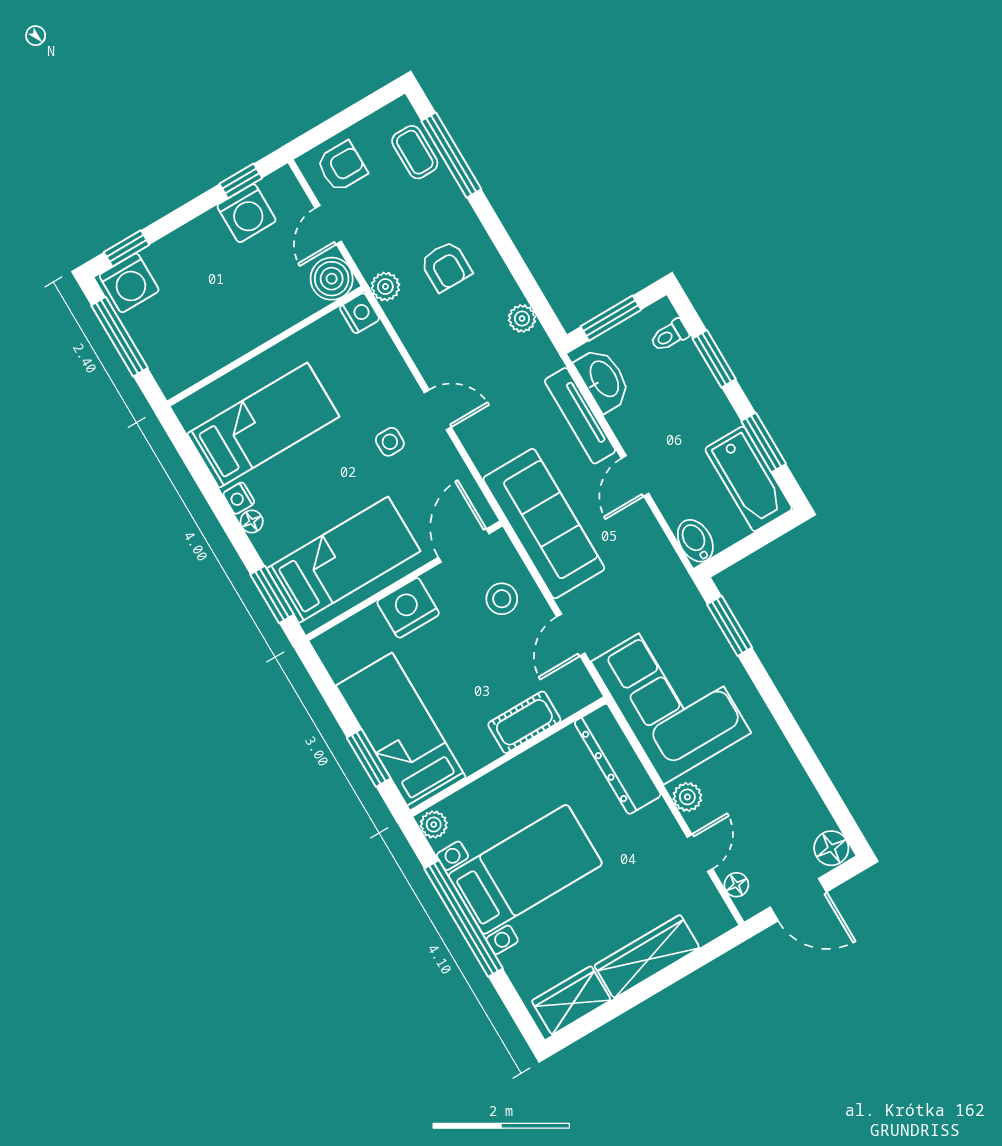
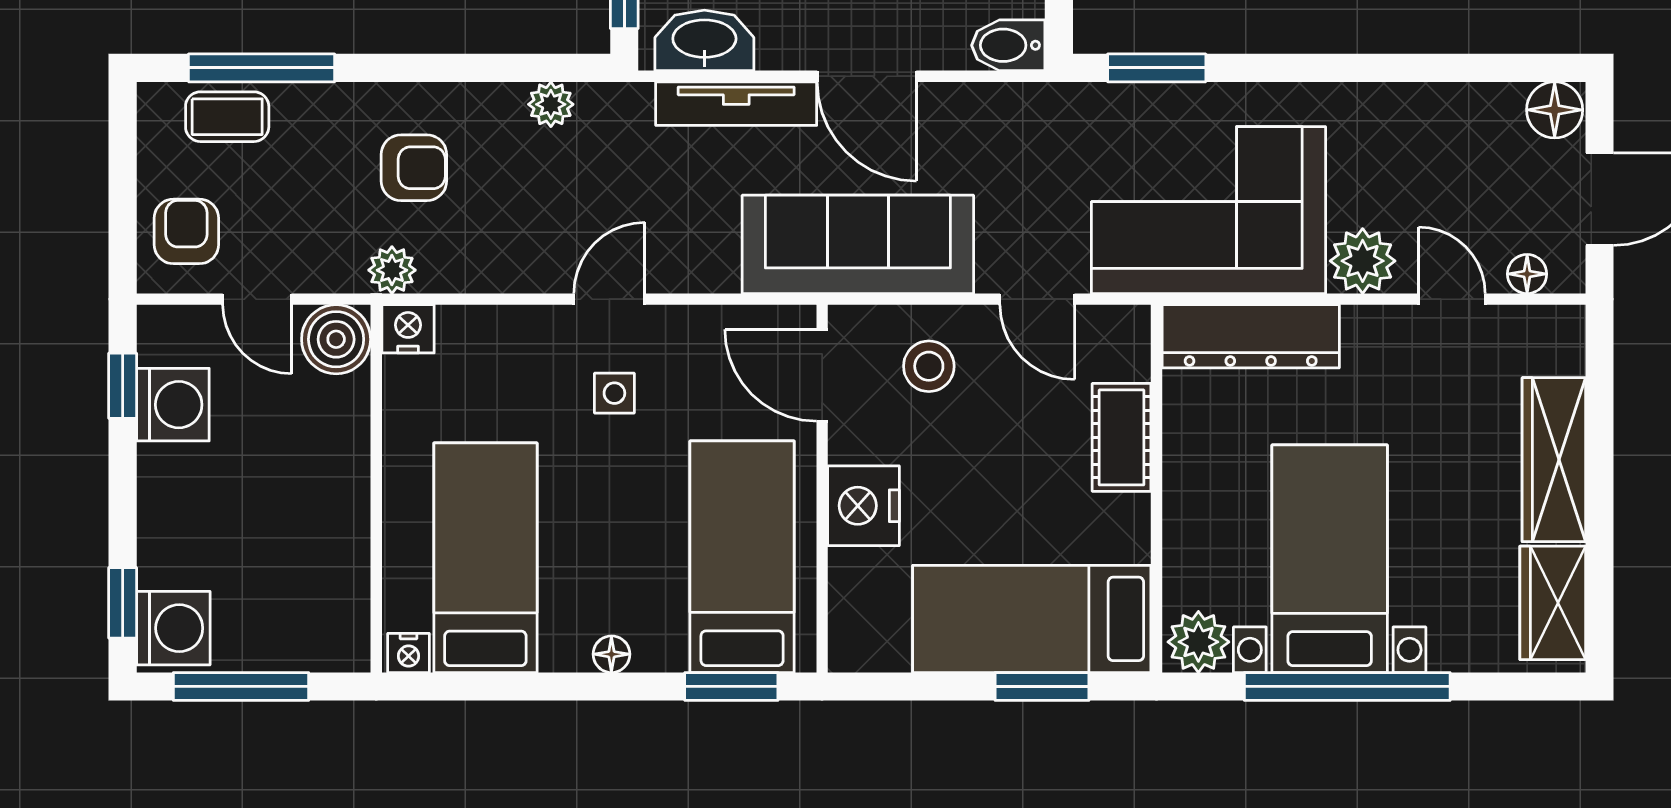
door: (635, 476) -> (867, 76), width x1.38
nightstand: (239, 498) -> (409, 653), moved
plant: (687, 797) -> (1363, 261), width x1.38, depth x1.38
plant: (434, 825) -> (1198, 642), width x1.38, depth x1.38

